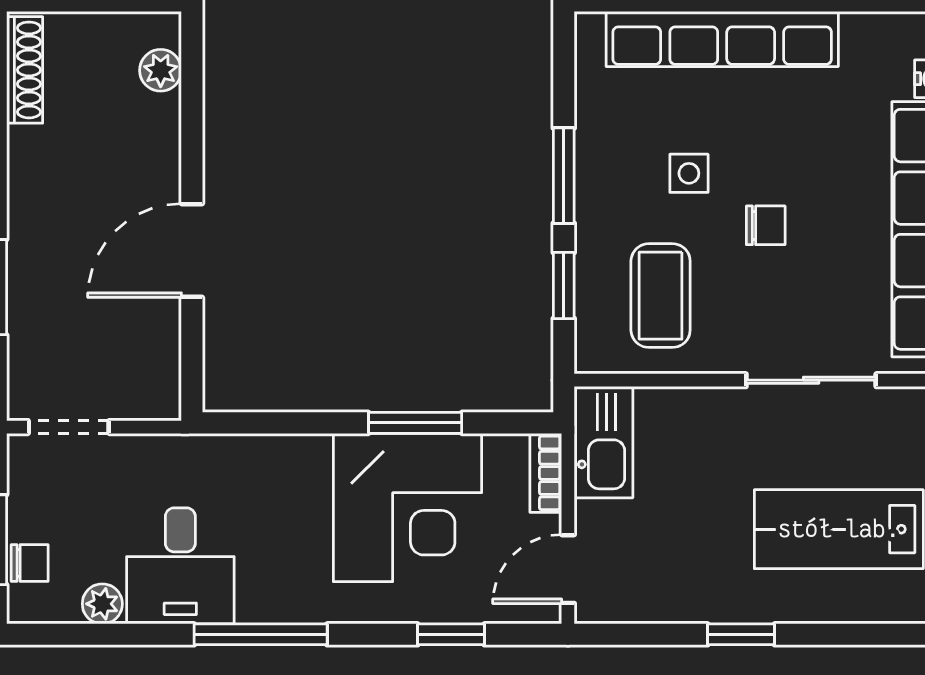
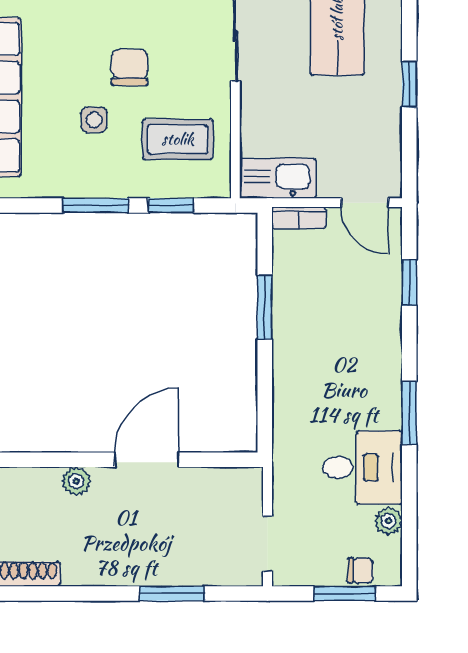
plant: (161, 70) -> (76, 481), moved
chair: (766, 225) -> (130, 67), width x1.37, depth x1.37
door: (192, 251) -> (147, 460), swing flipped
corner desk: (407, 507) -> (322, 312), removed
chair: (30, 563) -> (360, 571), turned 90
window: (261, 634) -> (409, 413), width x0.69

